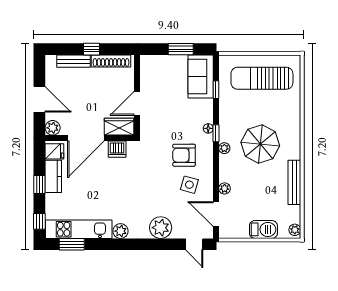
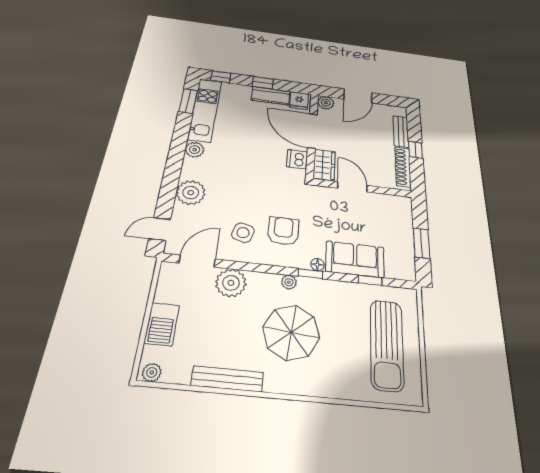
sofa: (201, 76) -> (355, 259), moved
sun lounger: (262, 78) -> (387, 344), turned 180
plant: (225, 188) -> (231, 283), width x1.88, depth x1.88

